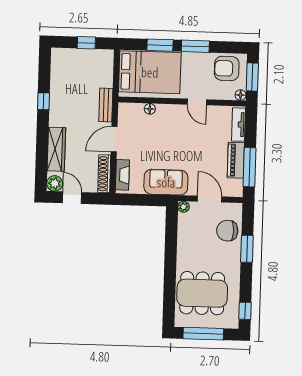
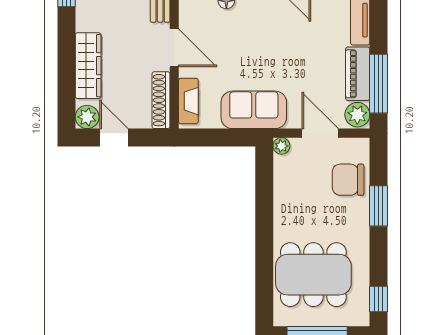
door: (114, 139) -> (174, 48), swing flipped
plant: (235, 188) -> (357, 115), added

